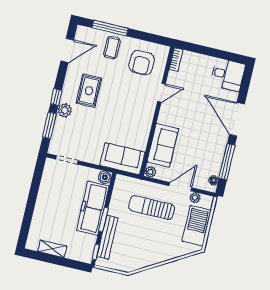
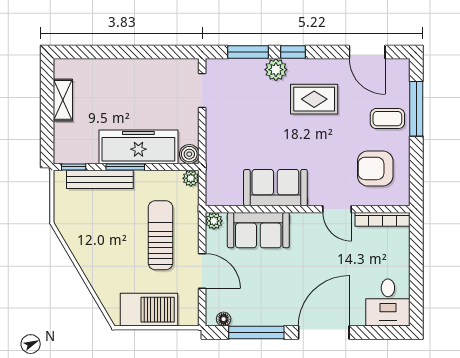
bookcase: (176, 59) -> (383, 219), width x1.56
sofa: (122, 159) -> (275, 188), moved, turned -90
plant: (195, 198) -> (191, 178), moved

